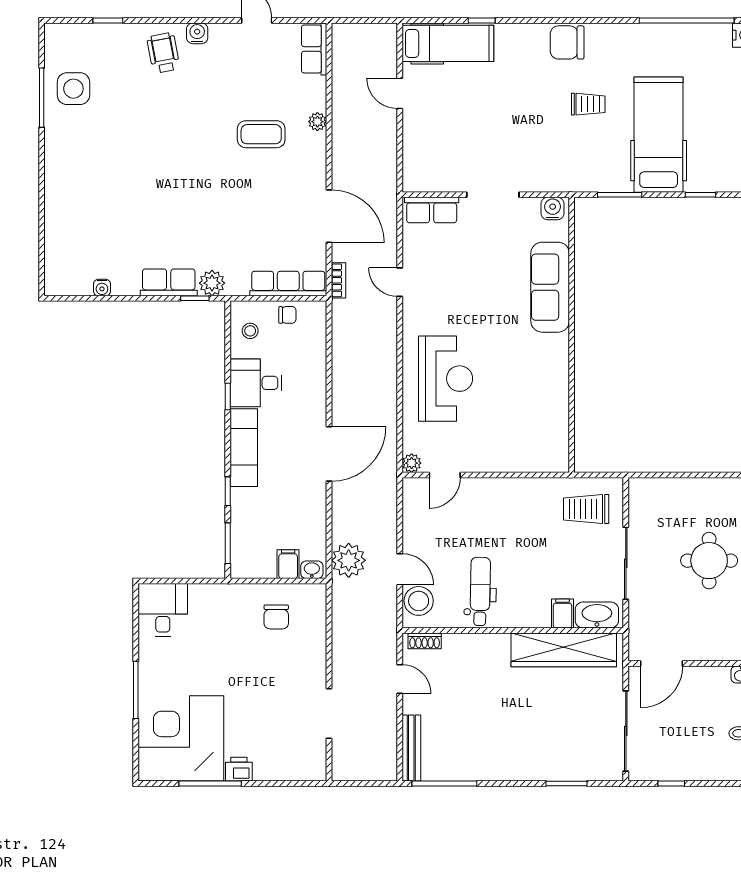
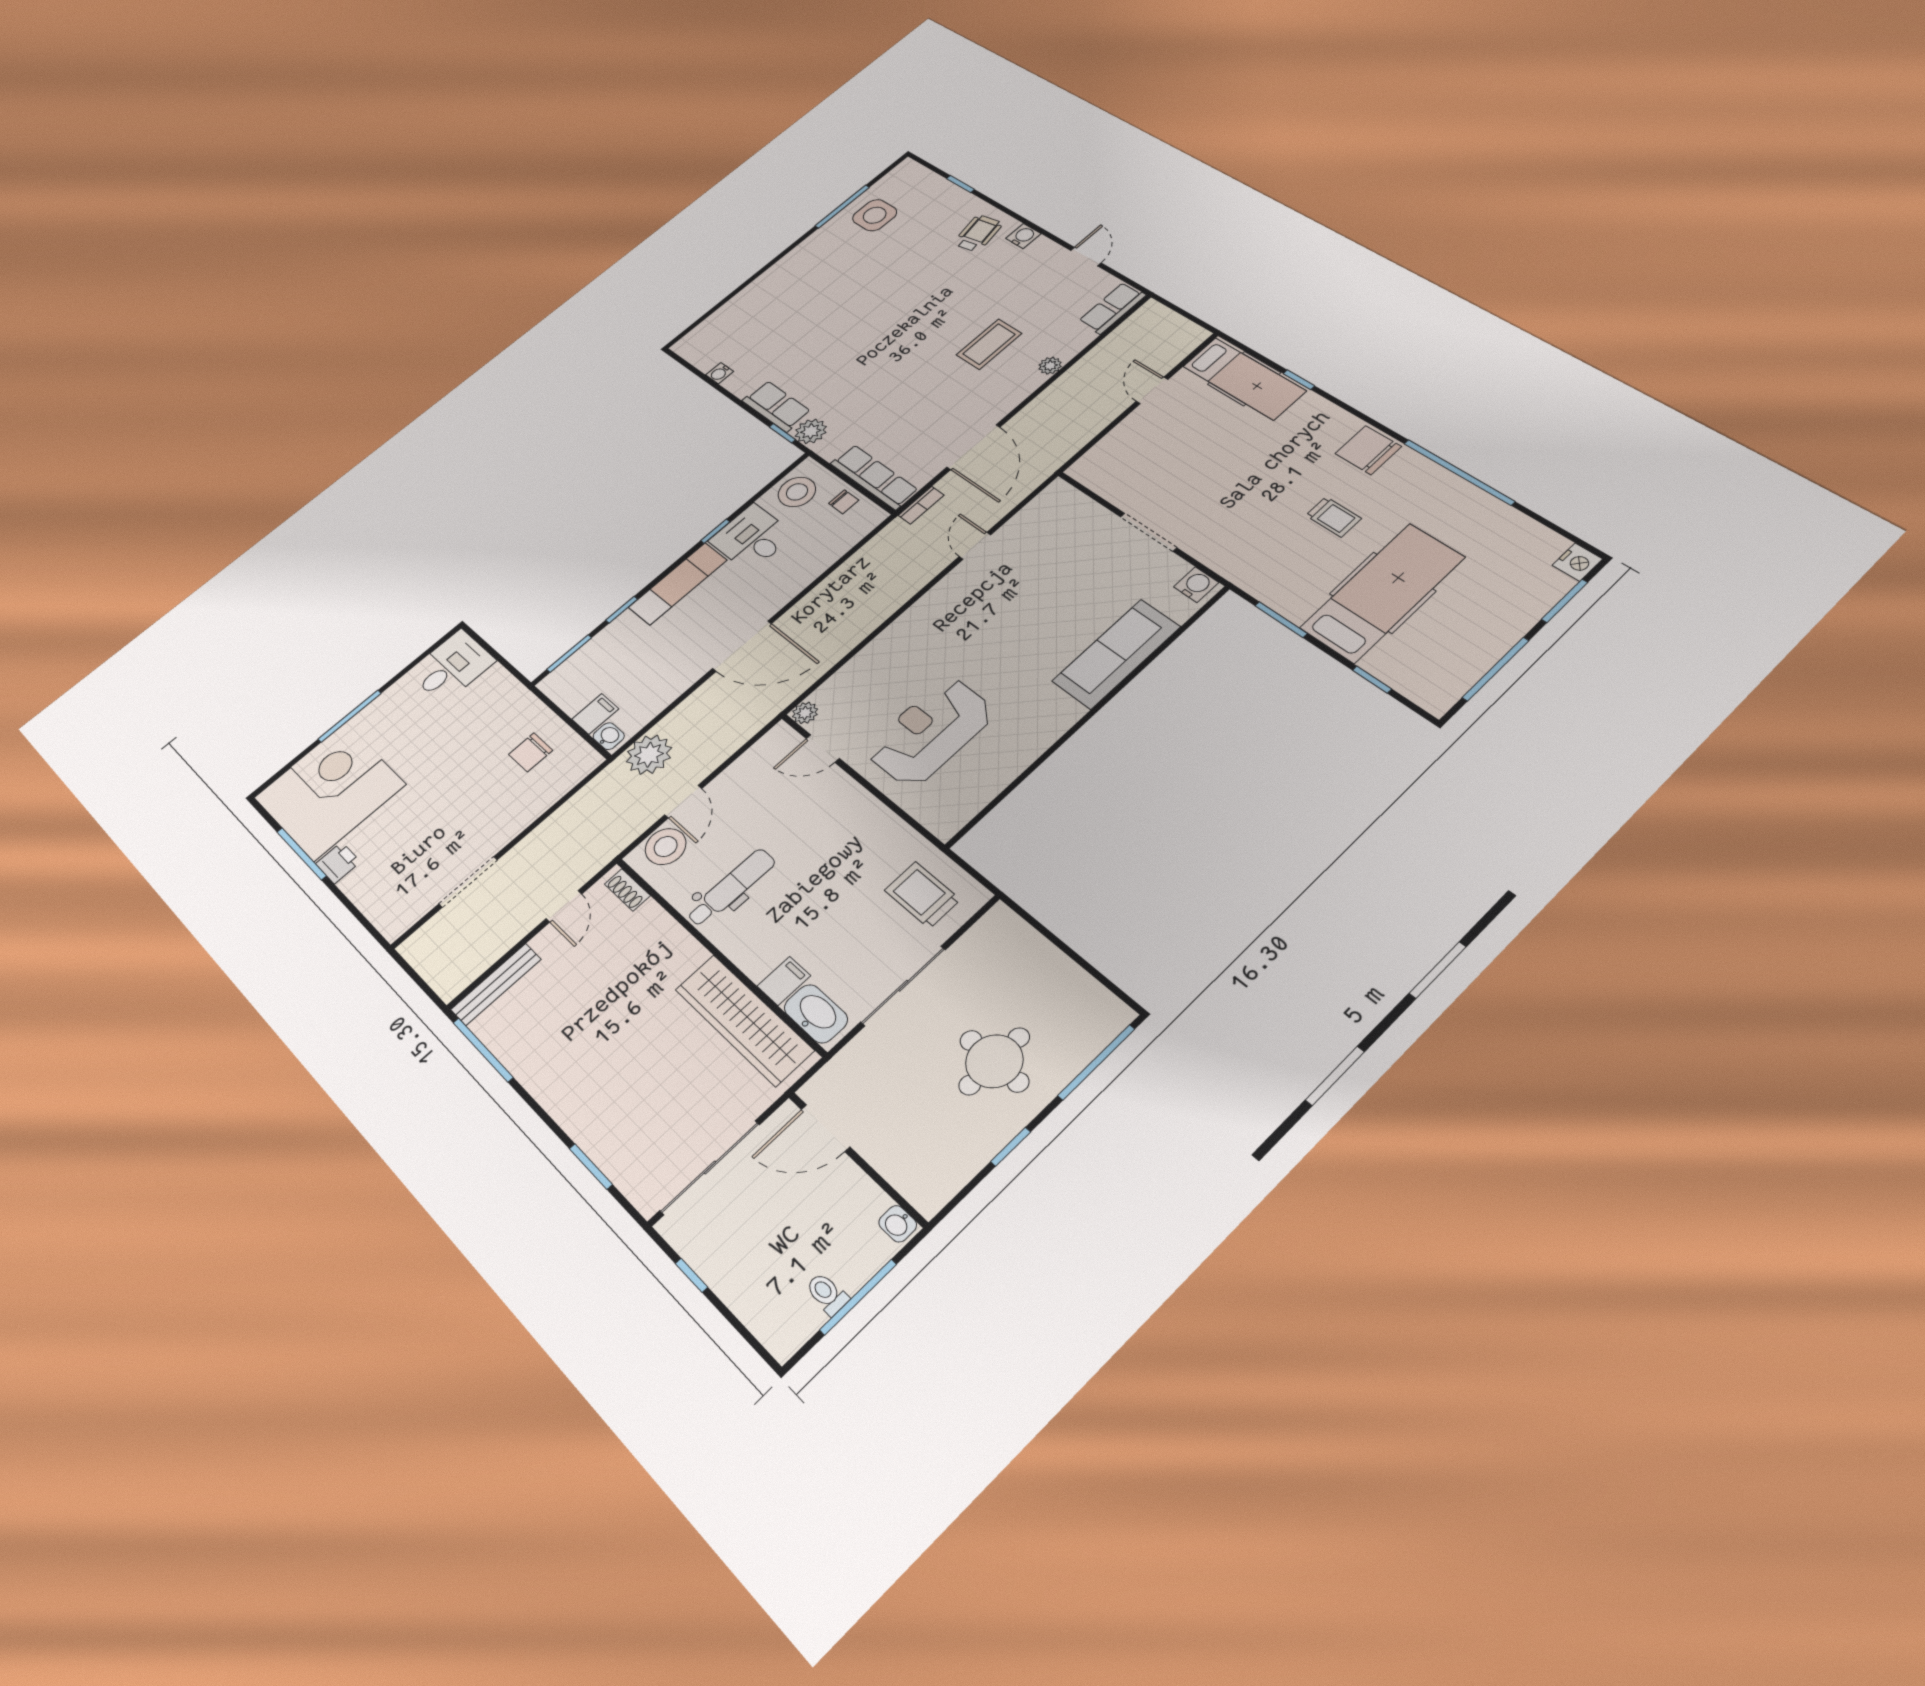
window: (687, 20) -> (1459, 472), moved
coffee table: (261, 134) -> (989, 344), turned 90
row of seats: (432, 210) -> (1074, 506), removed
stool: (250, 331) -> (797, 492), width x1.89, depth x1.89
reception desk: (446, 379) -> (930, 732), moved, turned 180

